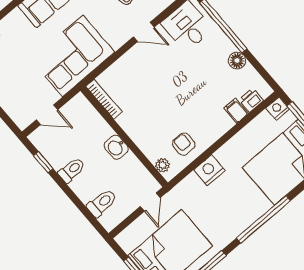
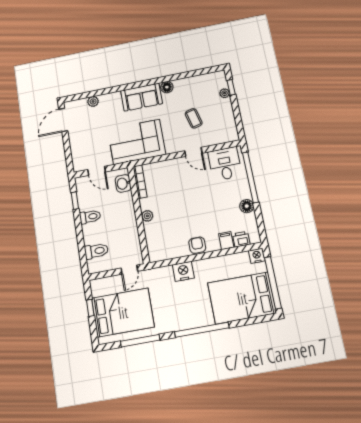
armchair: (184, 144) -> (197, 245), moved
washbasin: (116, 147) -> (123, 183), moved
plant: (163, 165) -> (147, 216), moved

